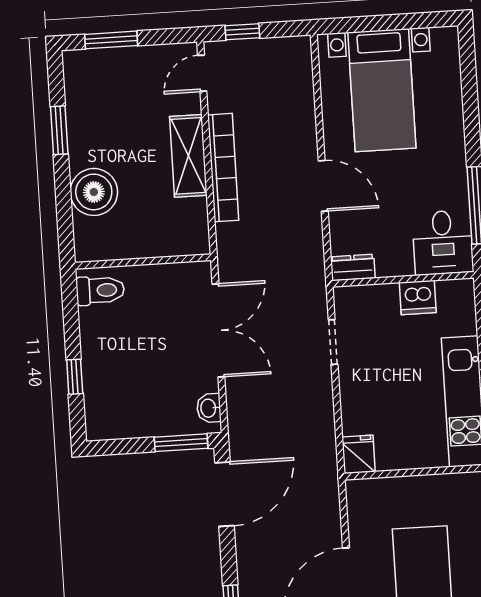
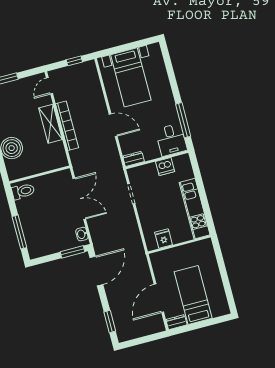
window: (242, 32) -> (74, 61), moved
window: (75, 377) -> (19, 232), width x2.17
fridge: (358, 454) -> (164, 239), moved

